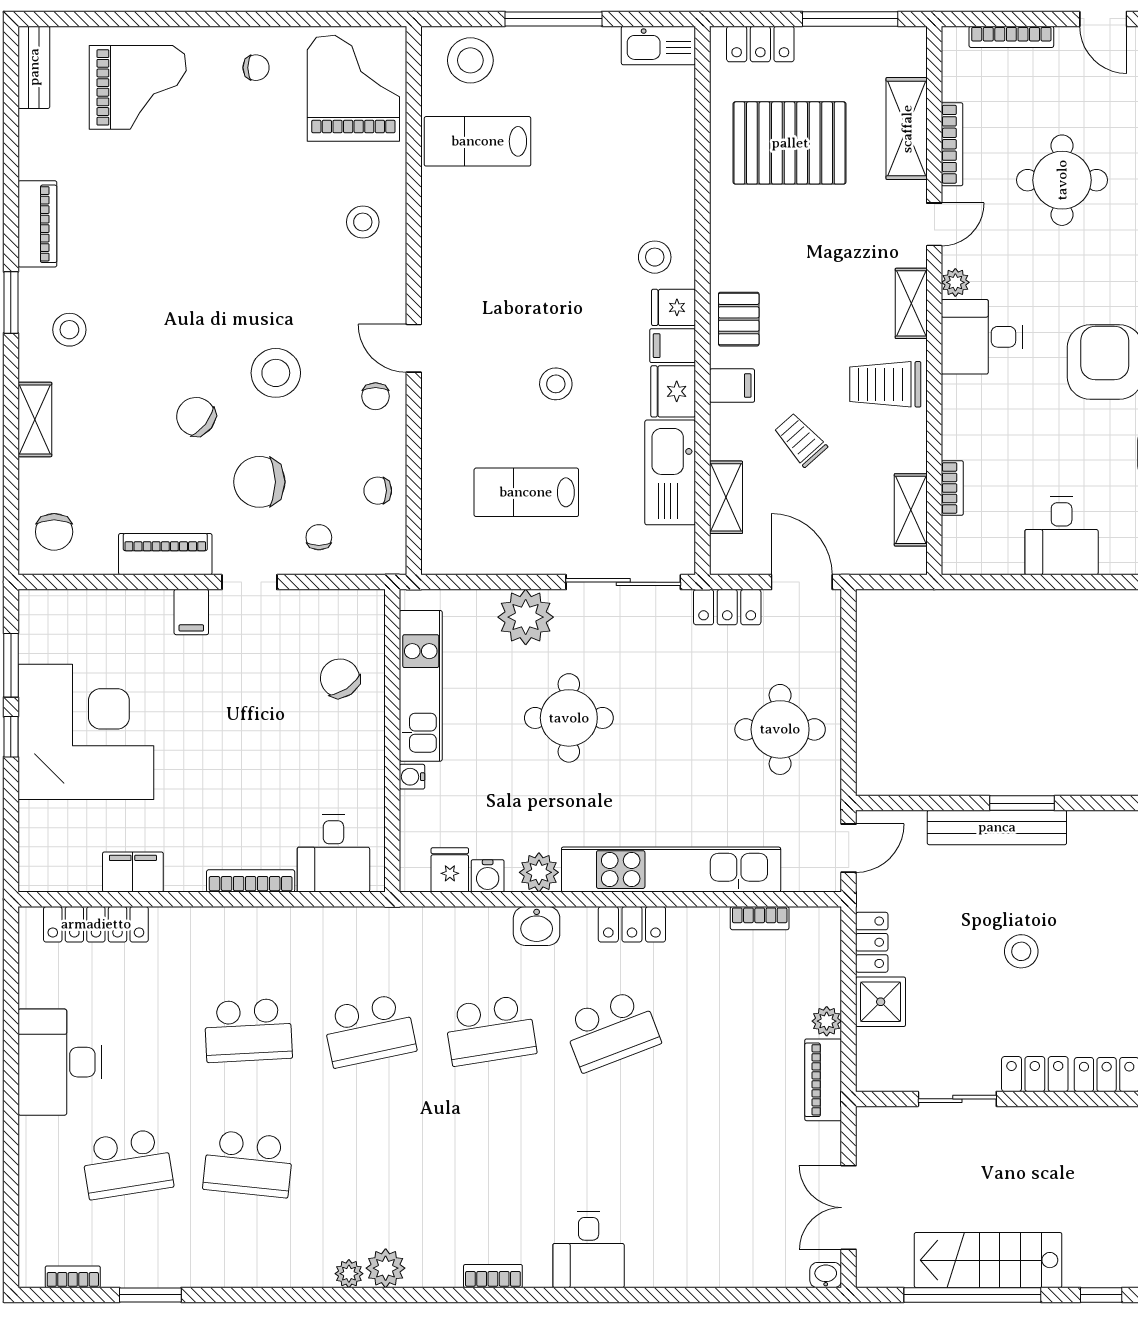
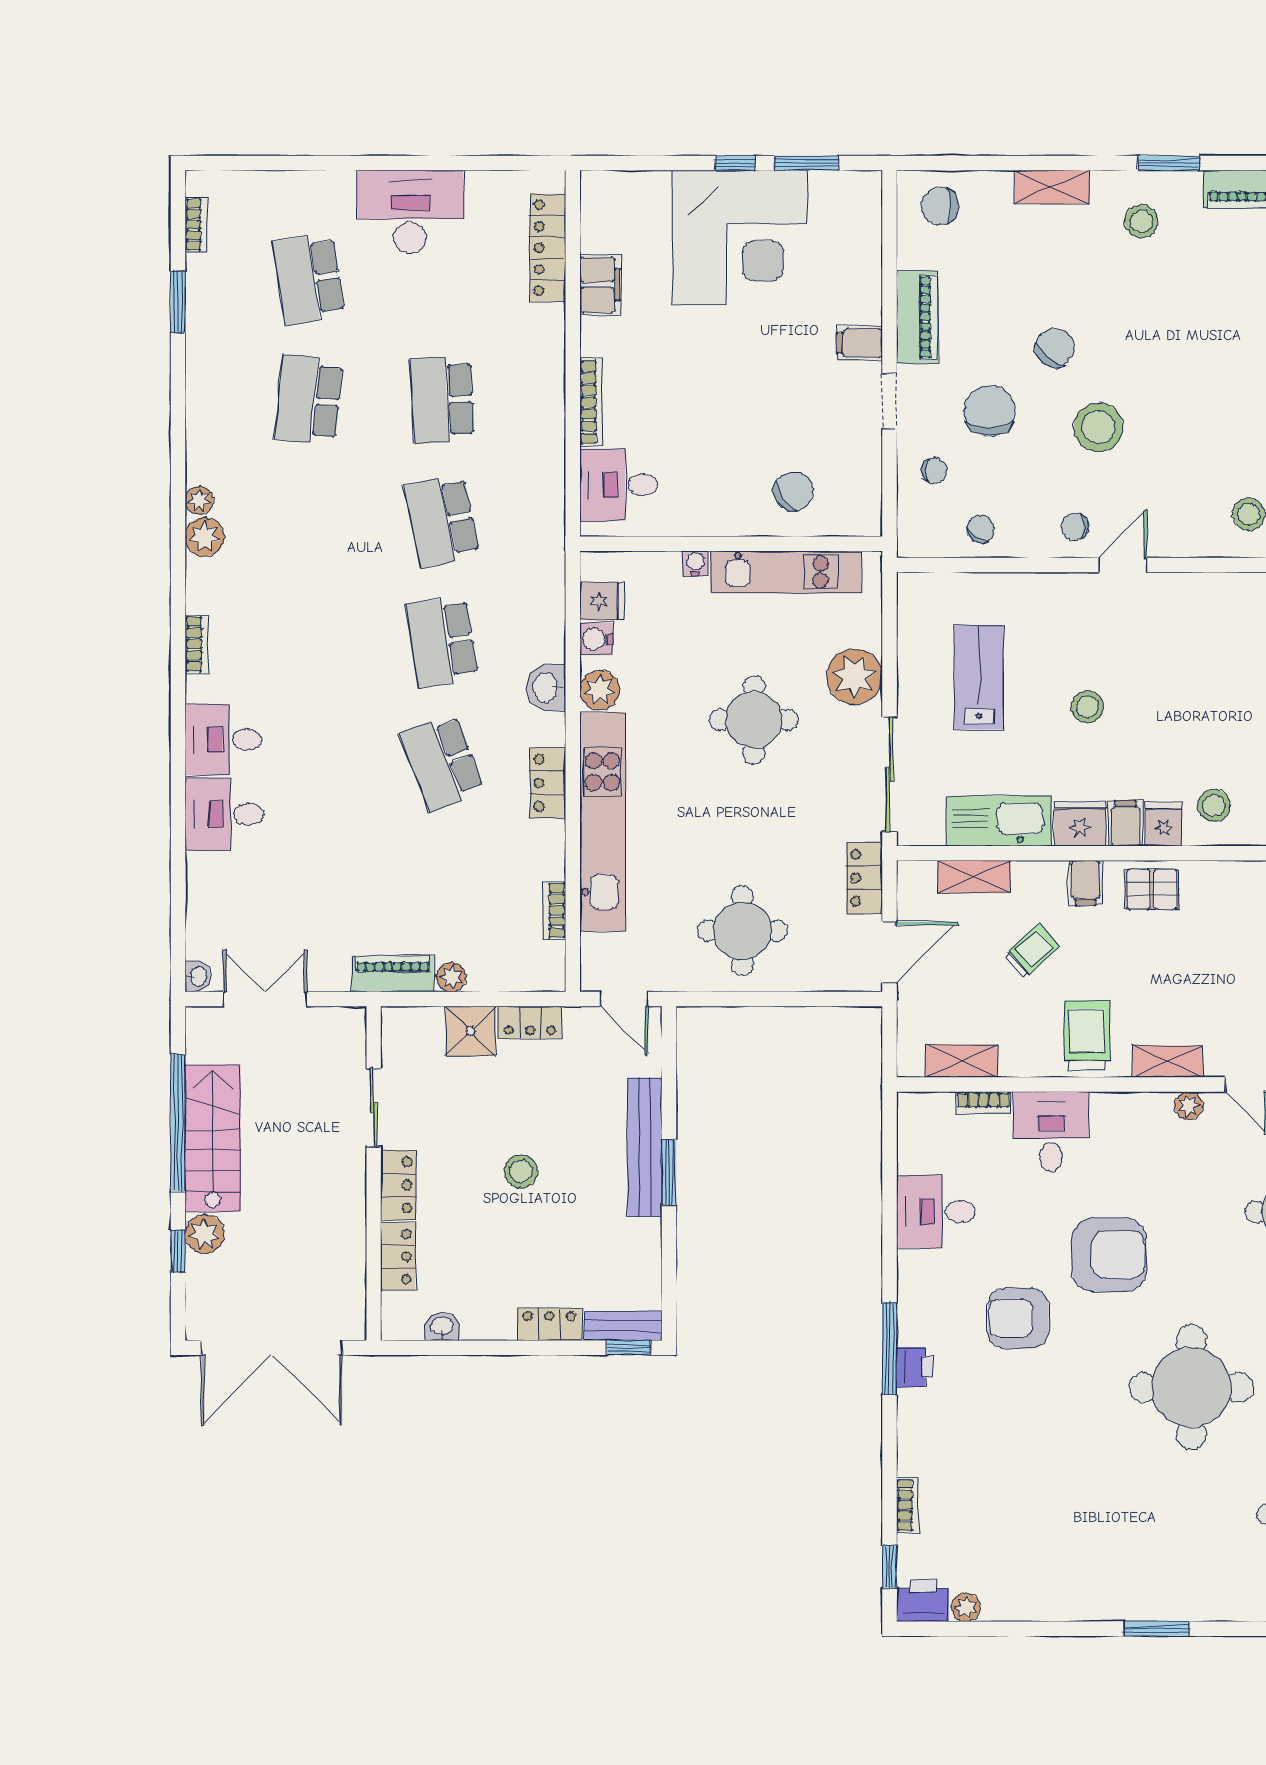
desk: (982, 337) -> (1051, 1132), moved
chair: (378, 491) -> (981, 529), turned 33
desk: (663, 1248) -> (224, 814), added
plant: (1084, 1268) -> (205, 1234), added

